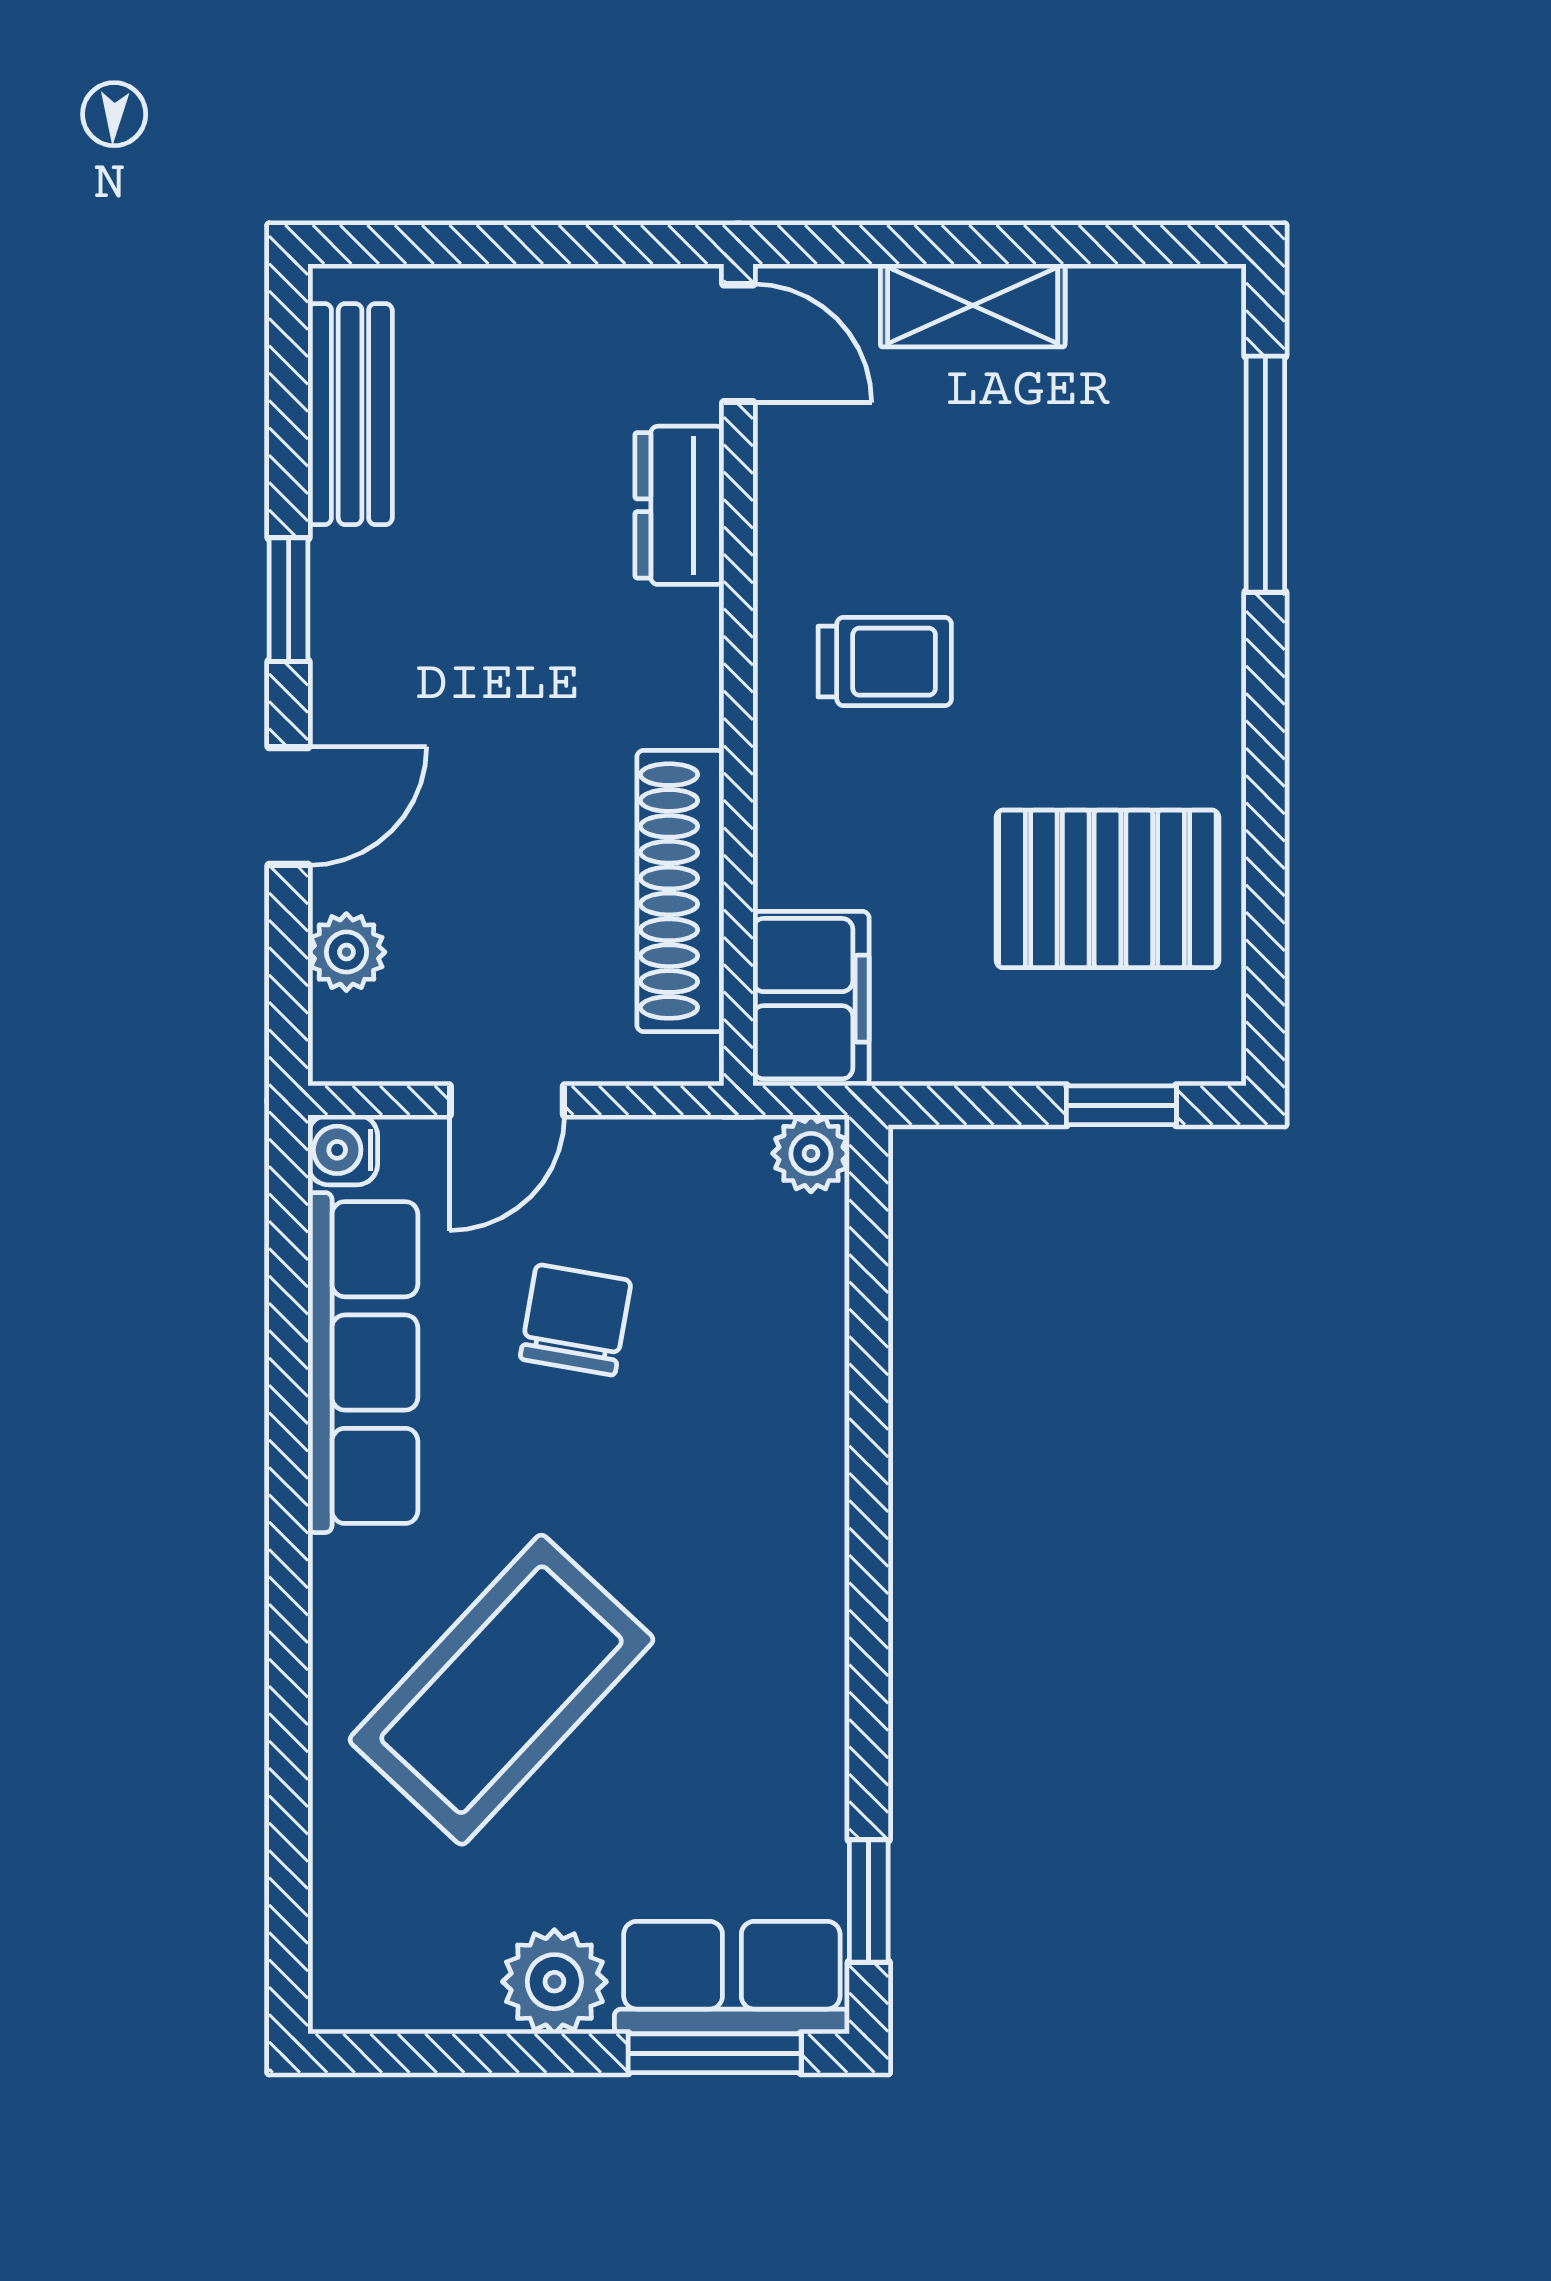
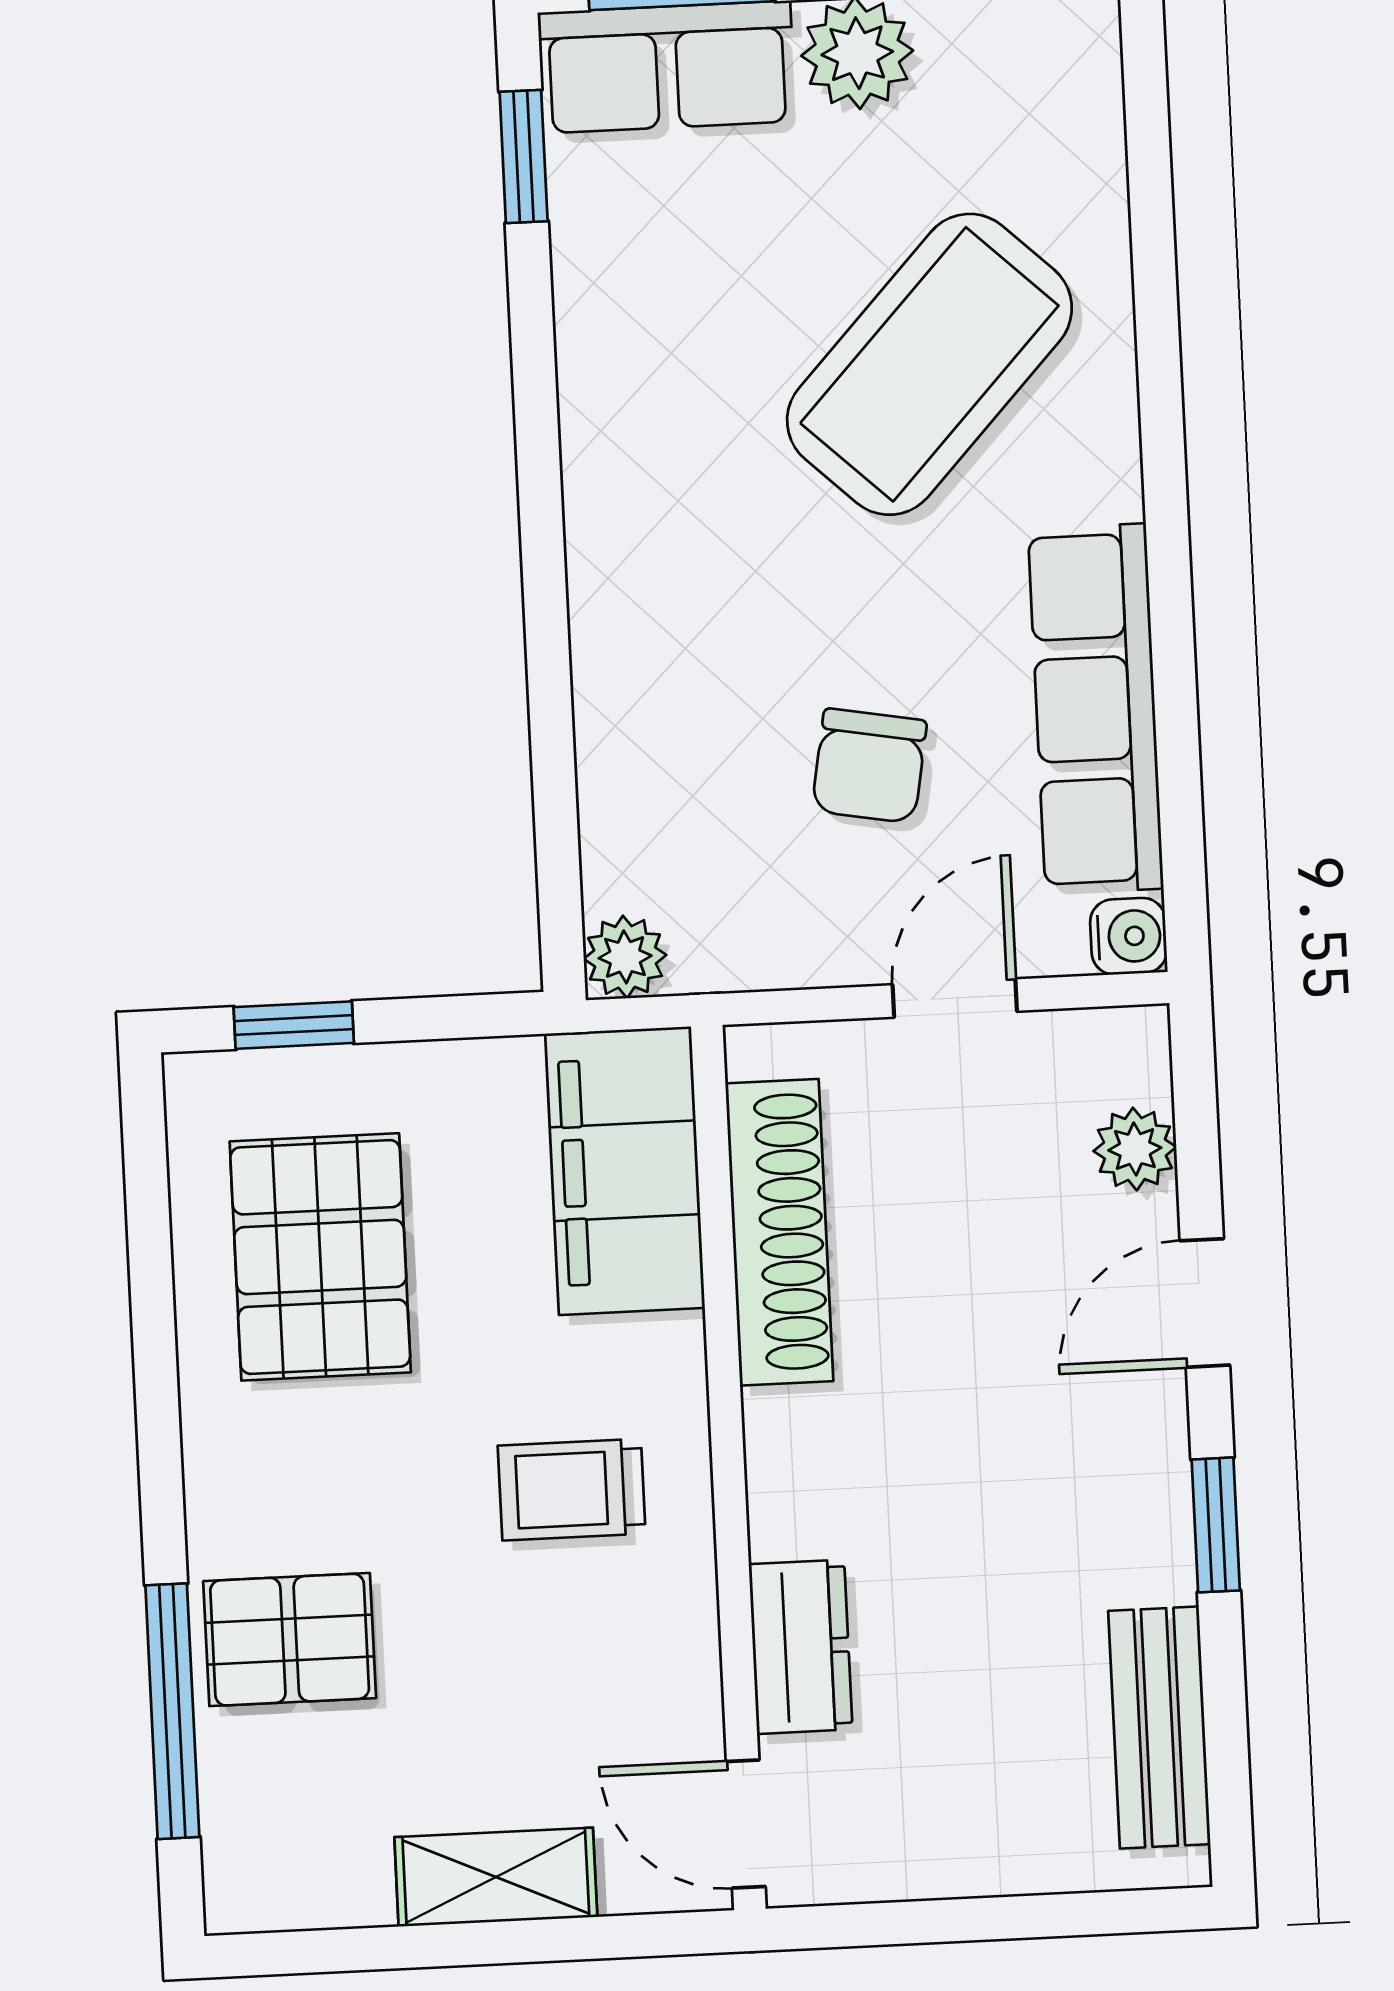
pallet: (1153, 535) -> (290, 1640), added
pallet: (1107, 889) -> (320, 1257), turned 90
filing cabinet: (811, 999) -> (625, 1171), width x1.50, depth x1.17

